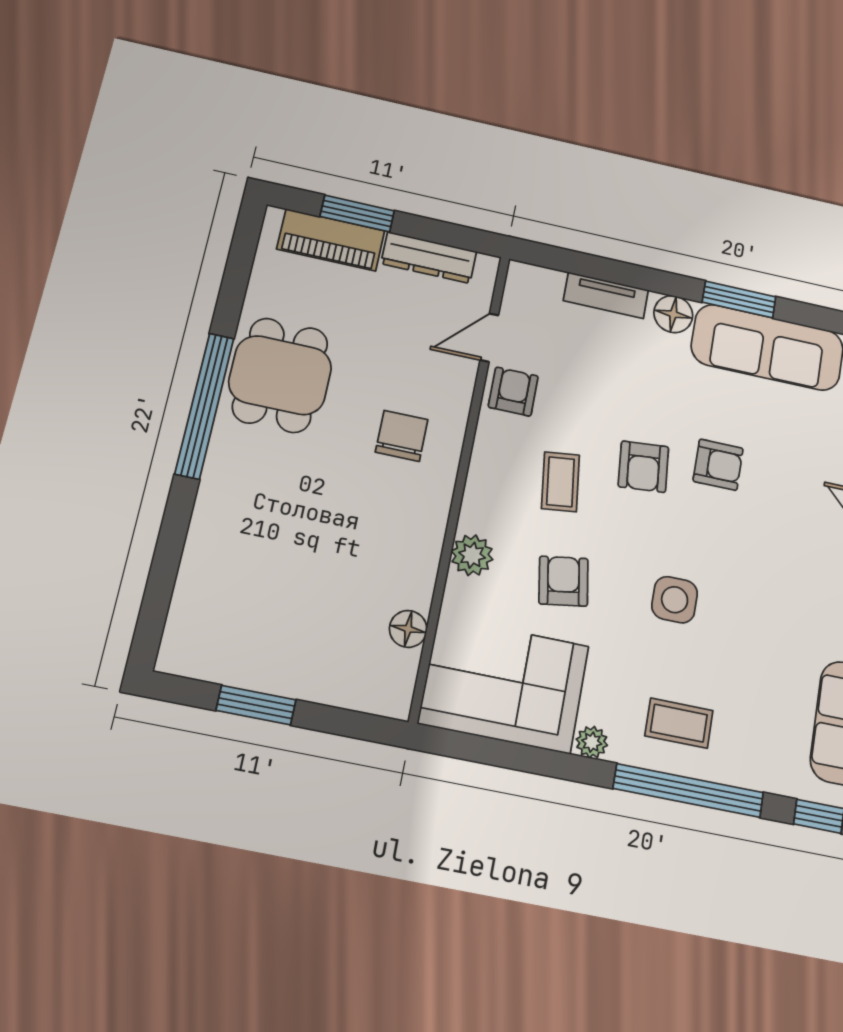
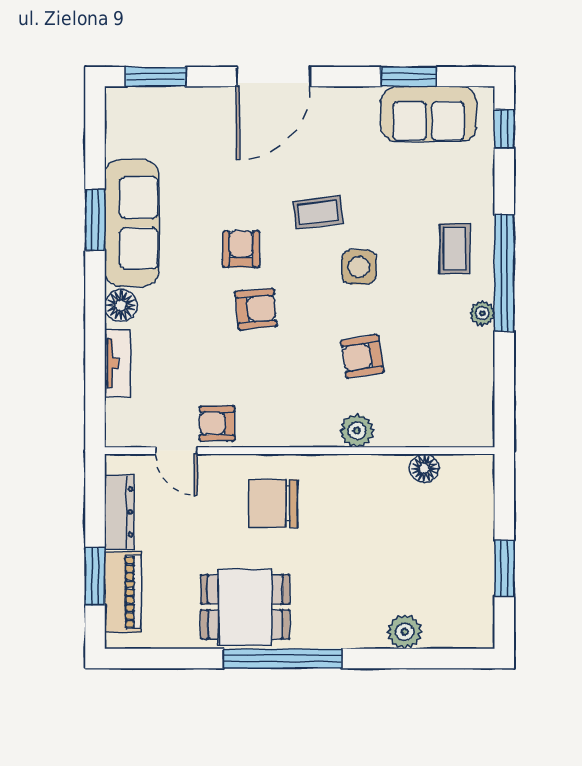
window: (739, 299) -> (95, 220), moved
chair: (402, 436) -> (273, 504), width x1.37, depth x1.37
coffee table: (560, 482) -> (318, 212), moved
plant: (203, 561) -> (404, 632), added
corner sofa: (504, 685) -> (452, 388), removed
window: (688, 791) -> (504, 273), moved

